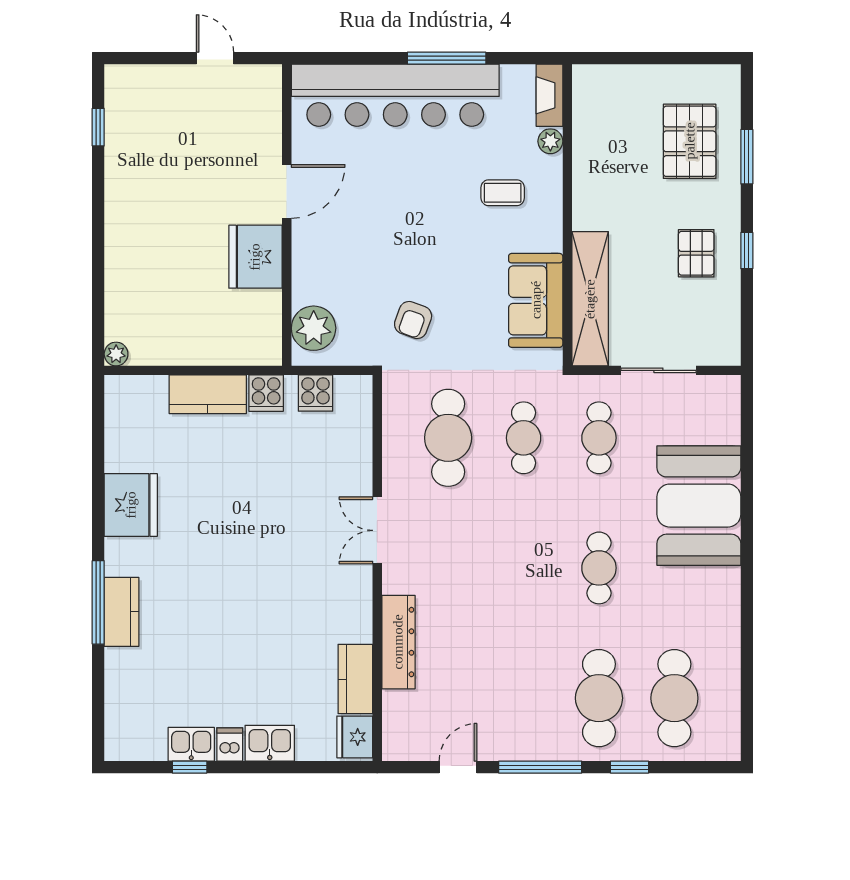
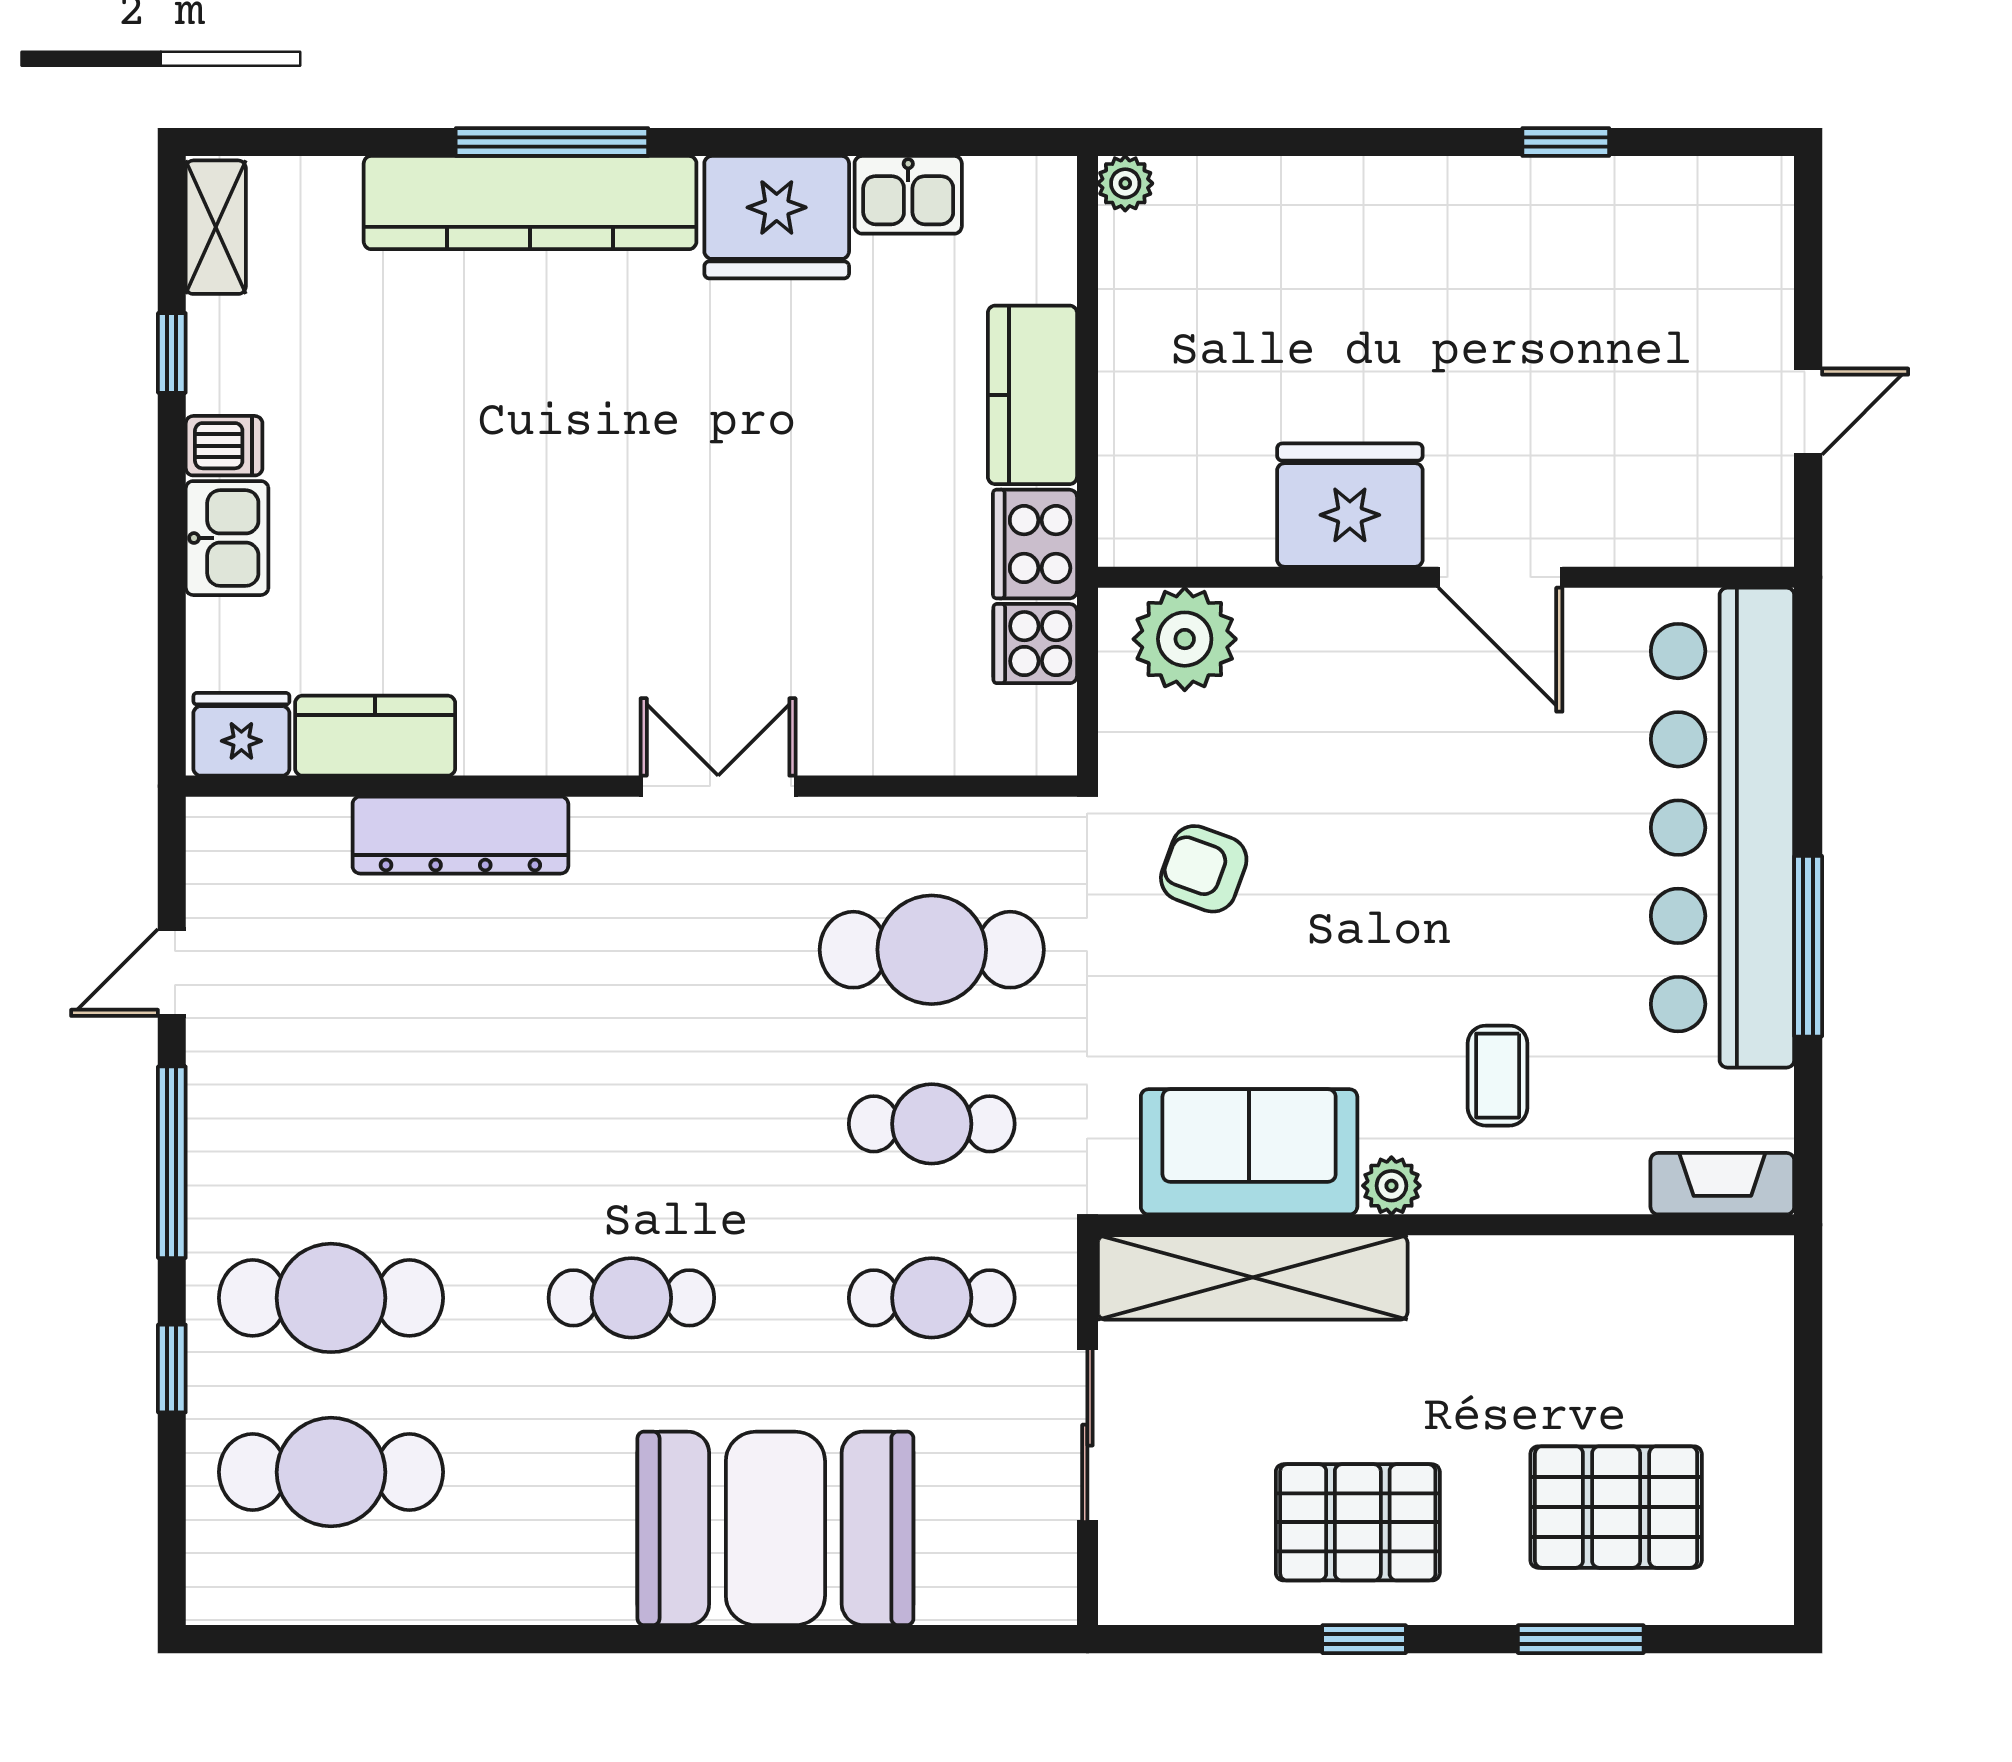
window: (98, 127) -> (1566, 142), moved
plant: (550, 141) -> (1391, 1186), moved
pallet: (696, 253) -> (1358, 1522), width x1.50, depth x1.42
cooker: (266, 393) -> (1035, 544), width x1.36
kitchen counter: (122, 612) -> (530, 203), width x2.08, depth x1.17
kitchen sink: (191, 744) -> (908, 195), moved, turned 90
shelving: (135, 748) -> (216, 227), added
door: (458, 767) -> (172, 973), swing flipped

